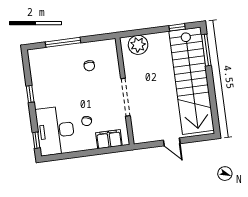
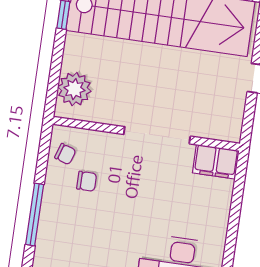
chair: (87, 121) -> (65, 154), moved
filing cabinet: (109, 139) -> (216, 162), moved, turned -90

